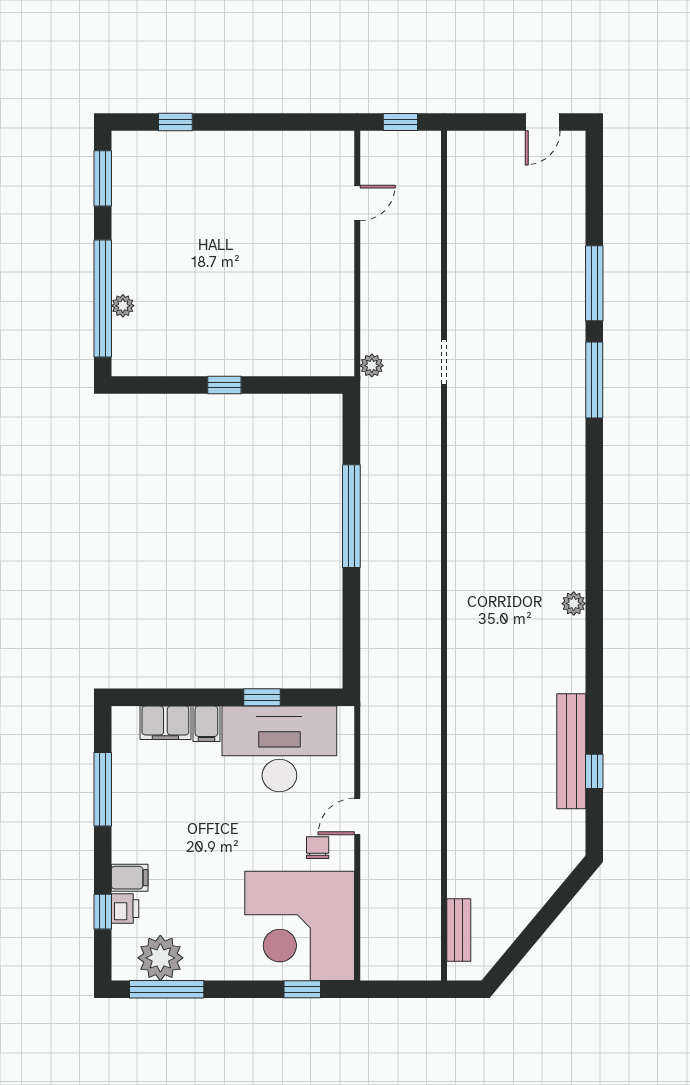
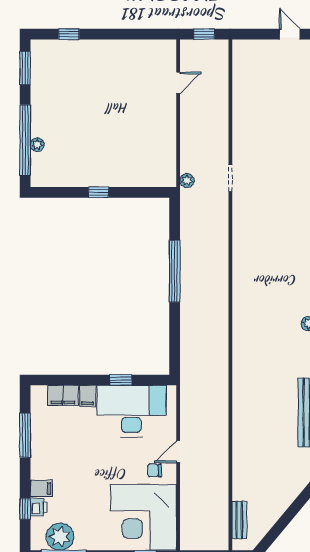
door: (543, 122) -> (290, 34), swing flipped
chair: (318, 848) -> (154, 470), turned -90

